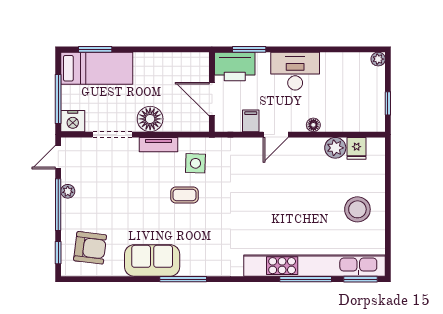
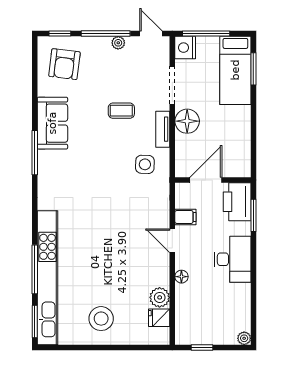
coffee table: (185, 195) -> (121, 111), moved, turned 90

